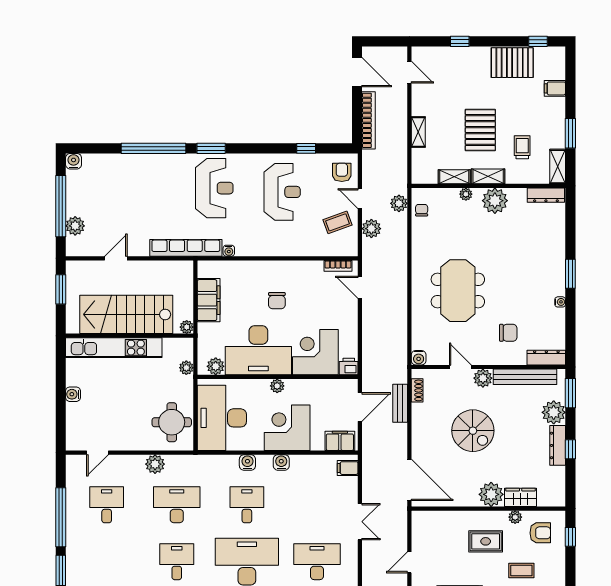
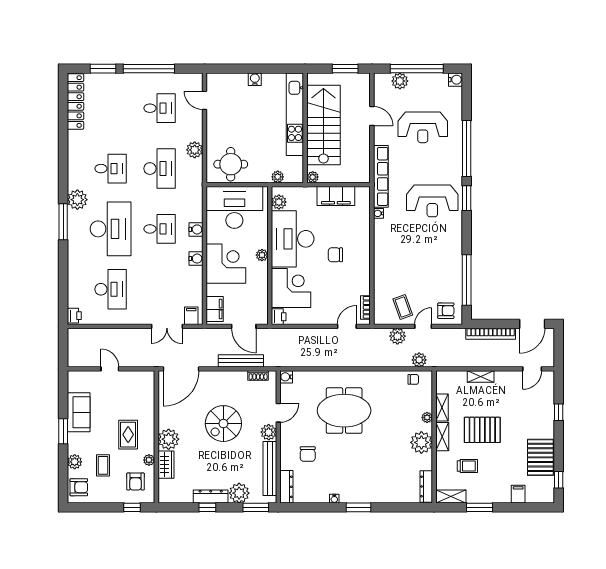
window: (306, 148) -> (467, 280), width x3.17
reception desk: (282, 192) -> (423, 127), moved
bench: (400, 403) -> (241, 361), width x1.36
double door: (360, 522) -> (167, 326), moved

